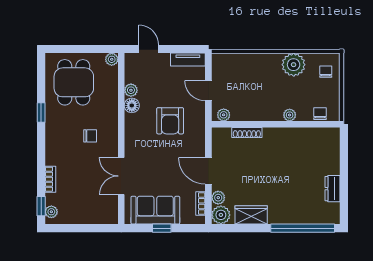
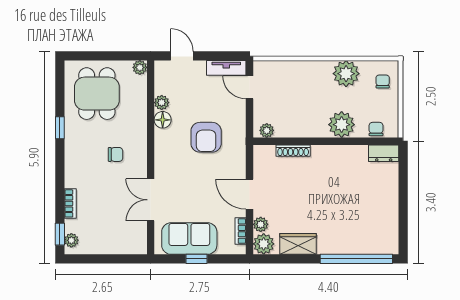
door: (208, 91) -> (249, 87), moved
plant: (290, 115) -> (342, 125), width x1.88, depth x1.88
dresser: (333, 189) -> (384, 153), moved, turned -90

